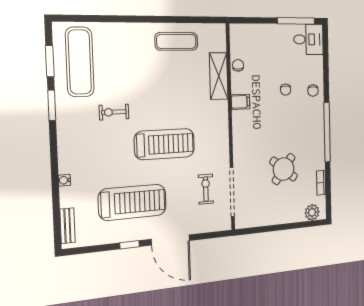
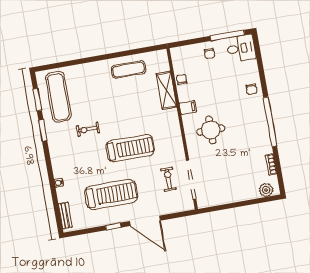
chair: (286, 90) -> (209, 54), moved
round table: (284, 169) -> (211, 130), moved, turned -38

